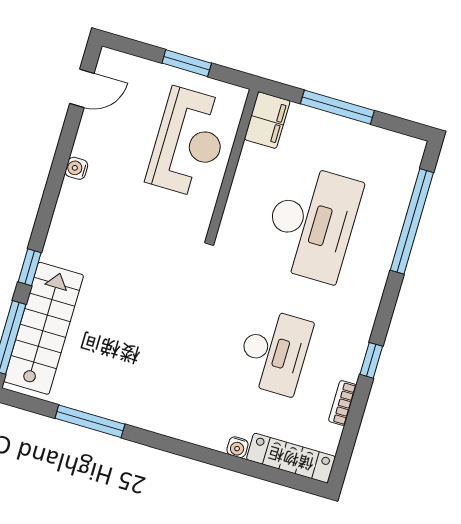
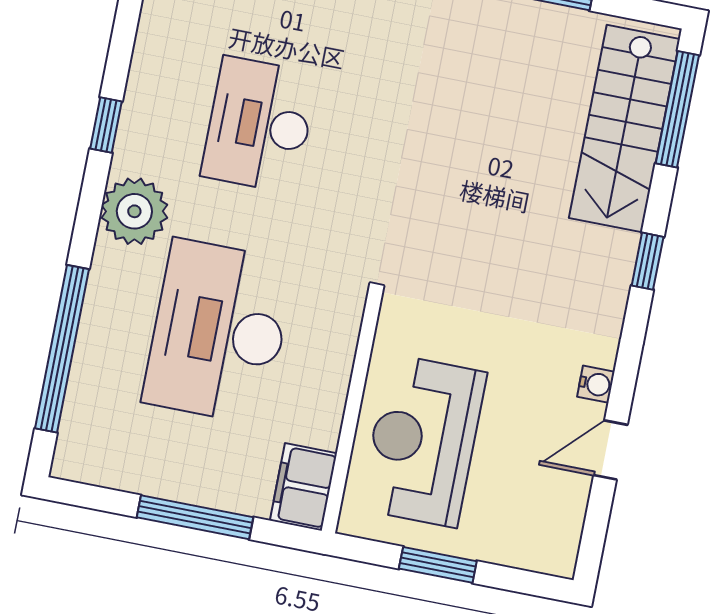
door: (82, 88) -> (611, 450), moved
window: (30, 267) -> (648, 261), moved
plant: (358, 304) -> (134, 211), added
bookcase: (342, 403) -> (145, 54), removed

